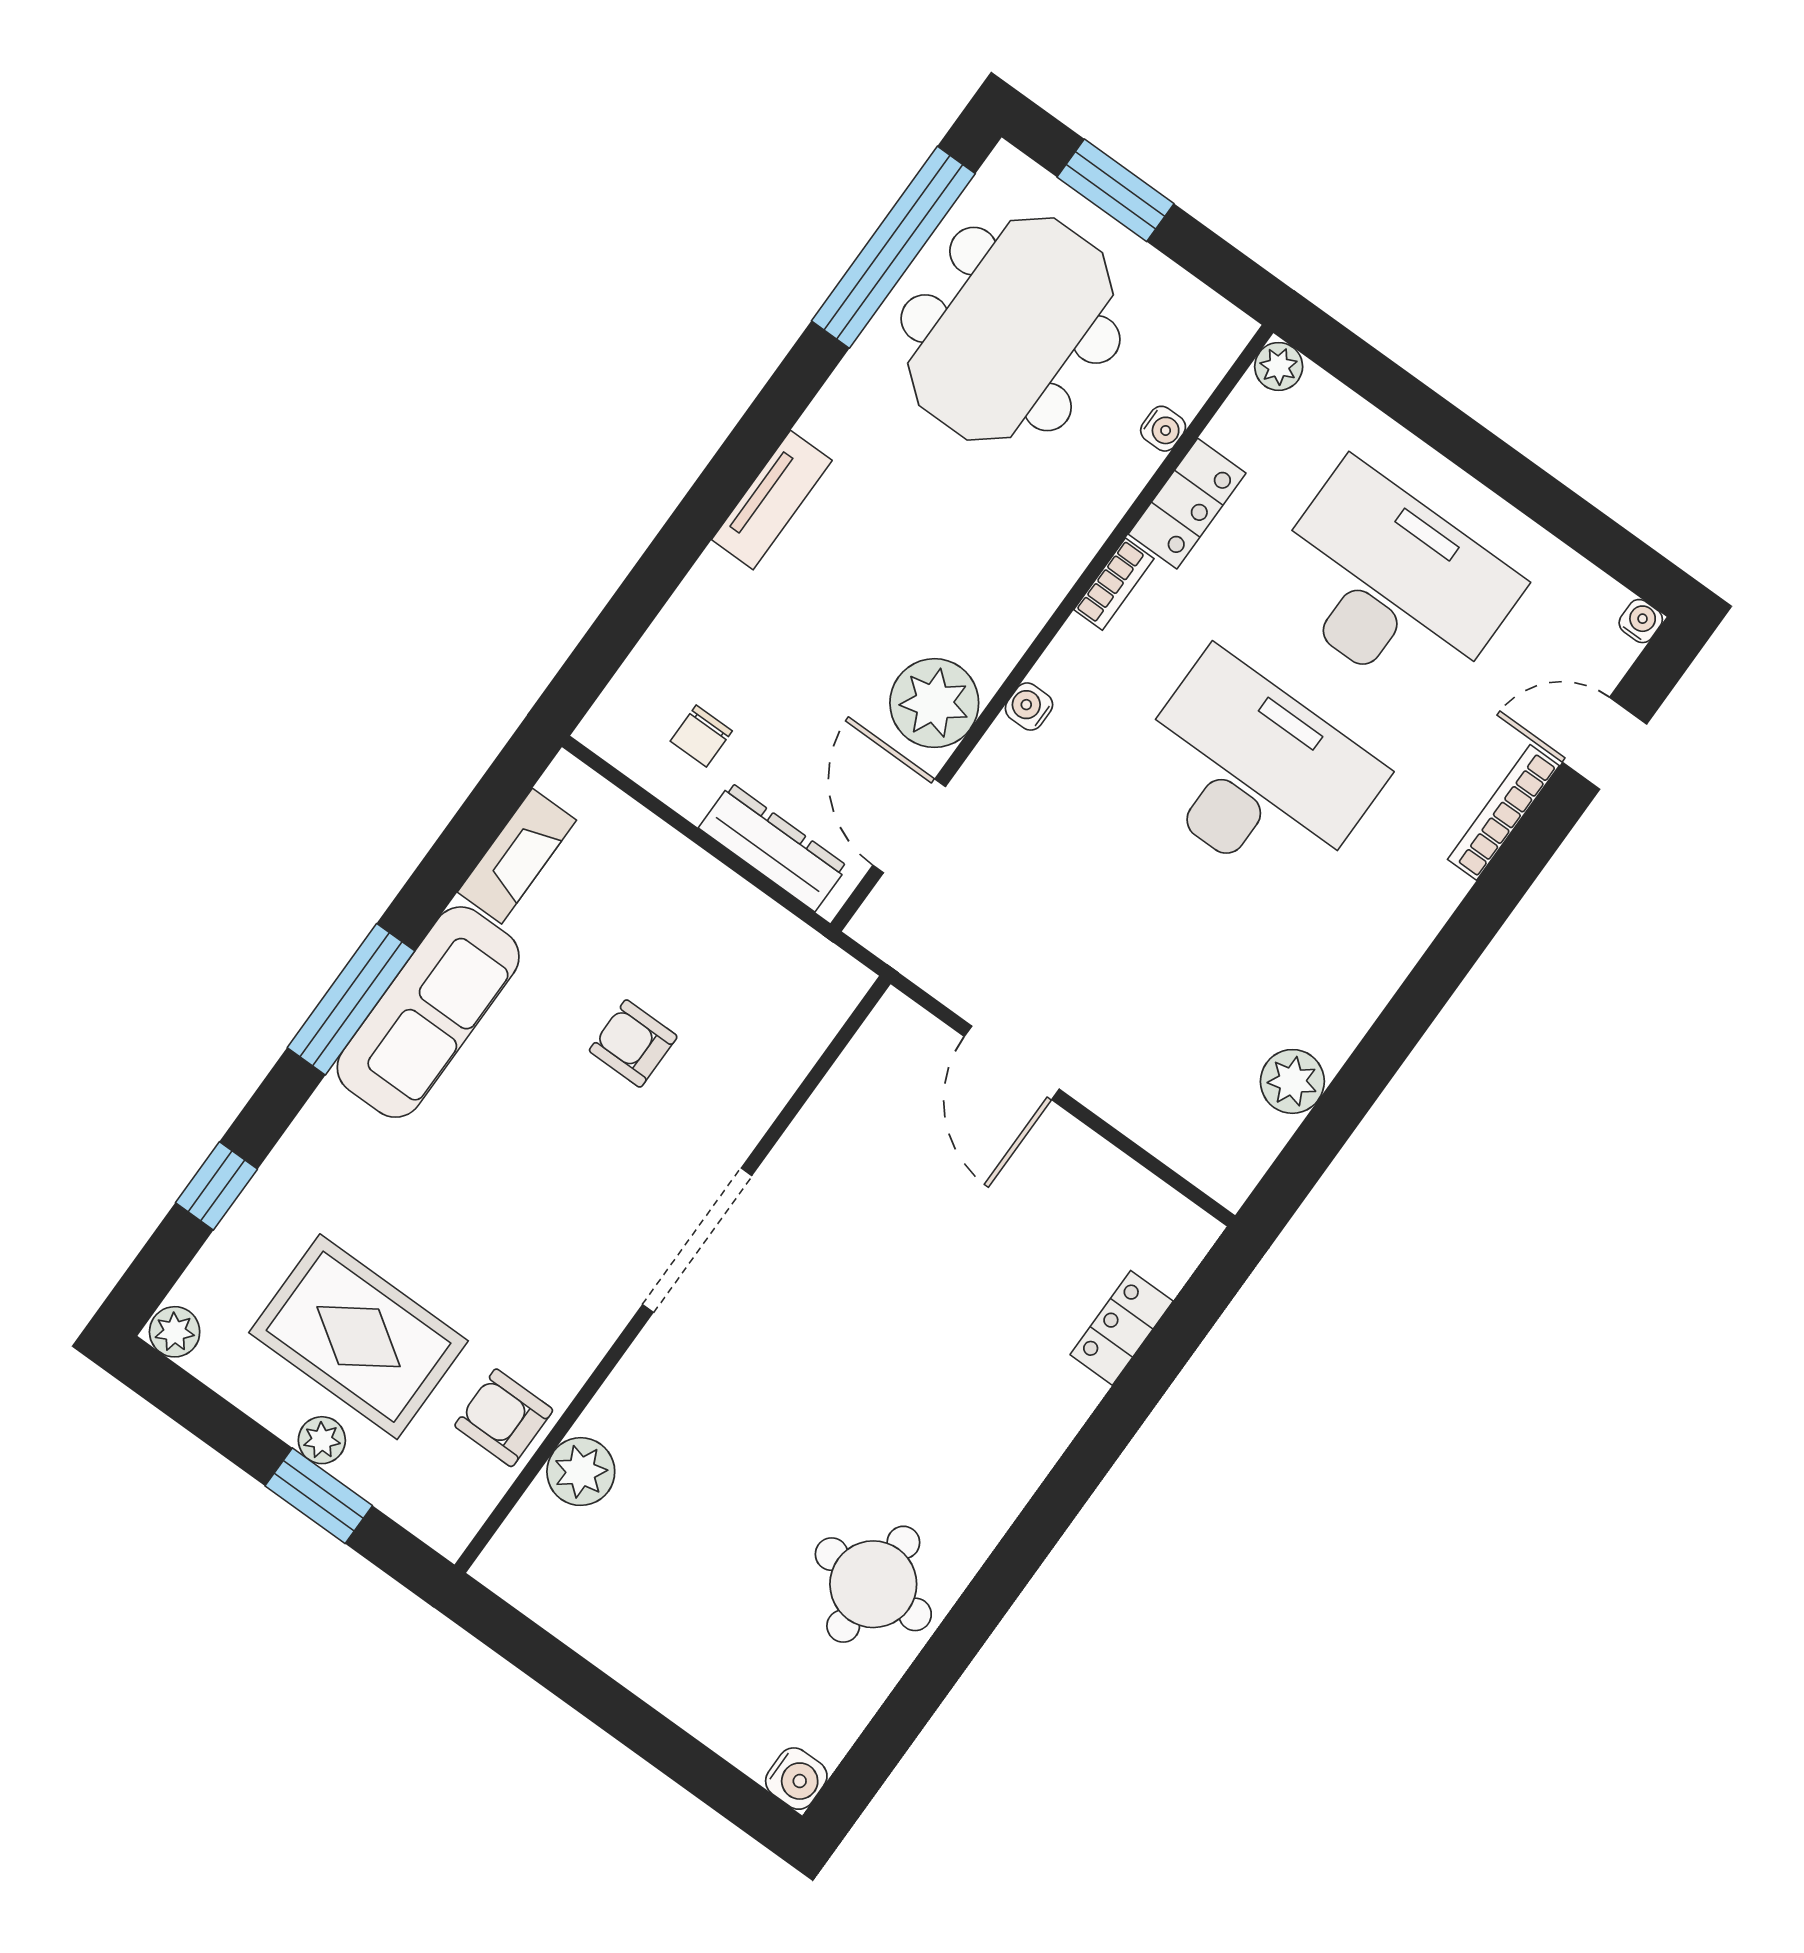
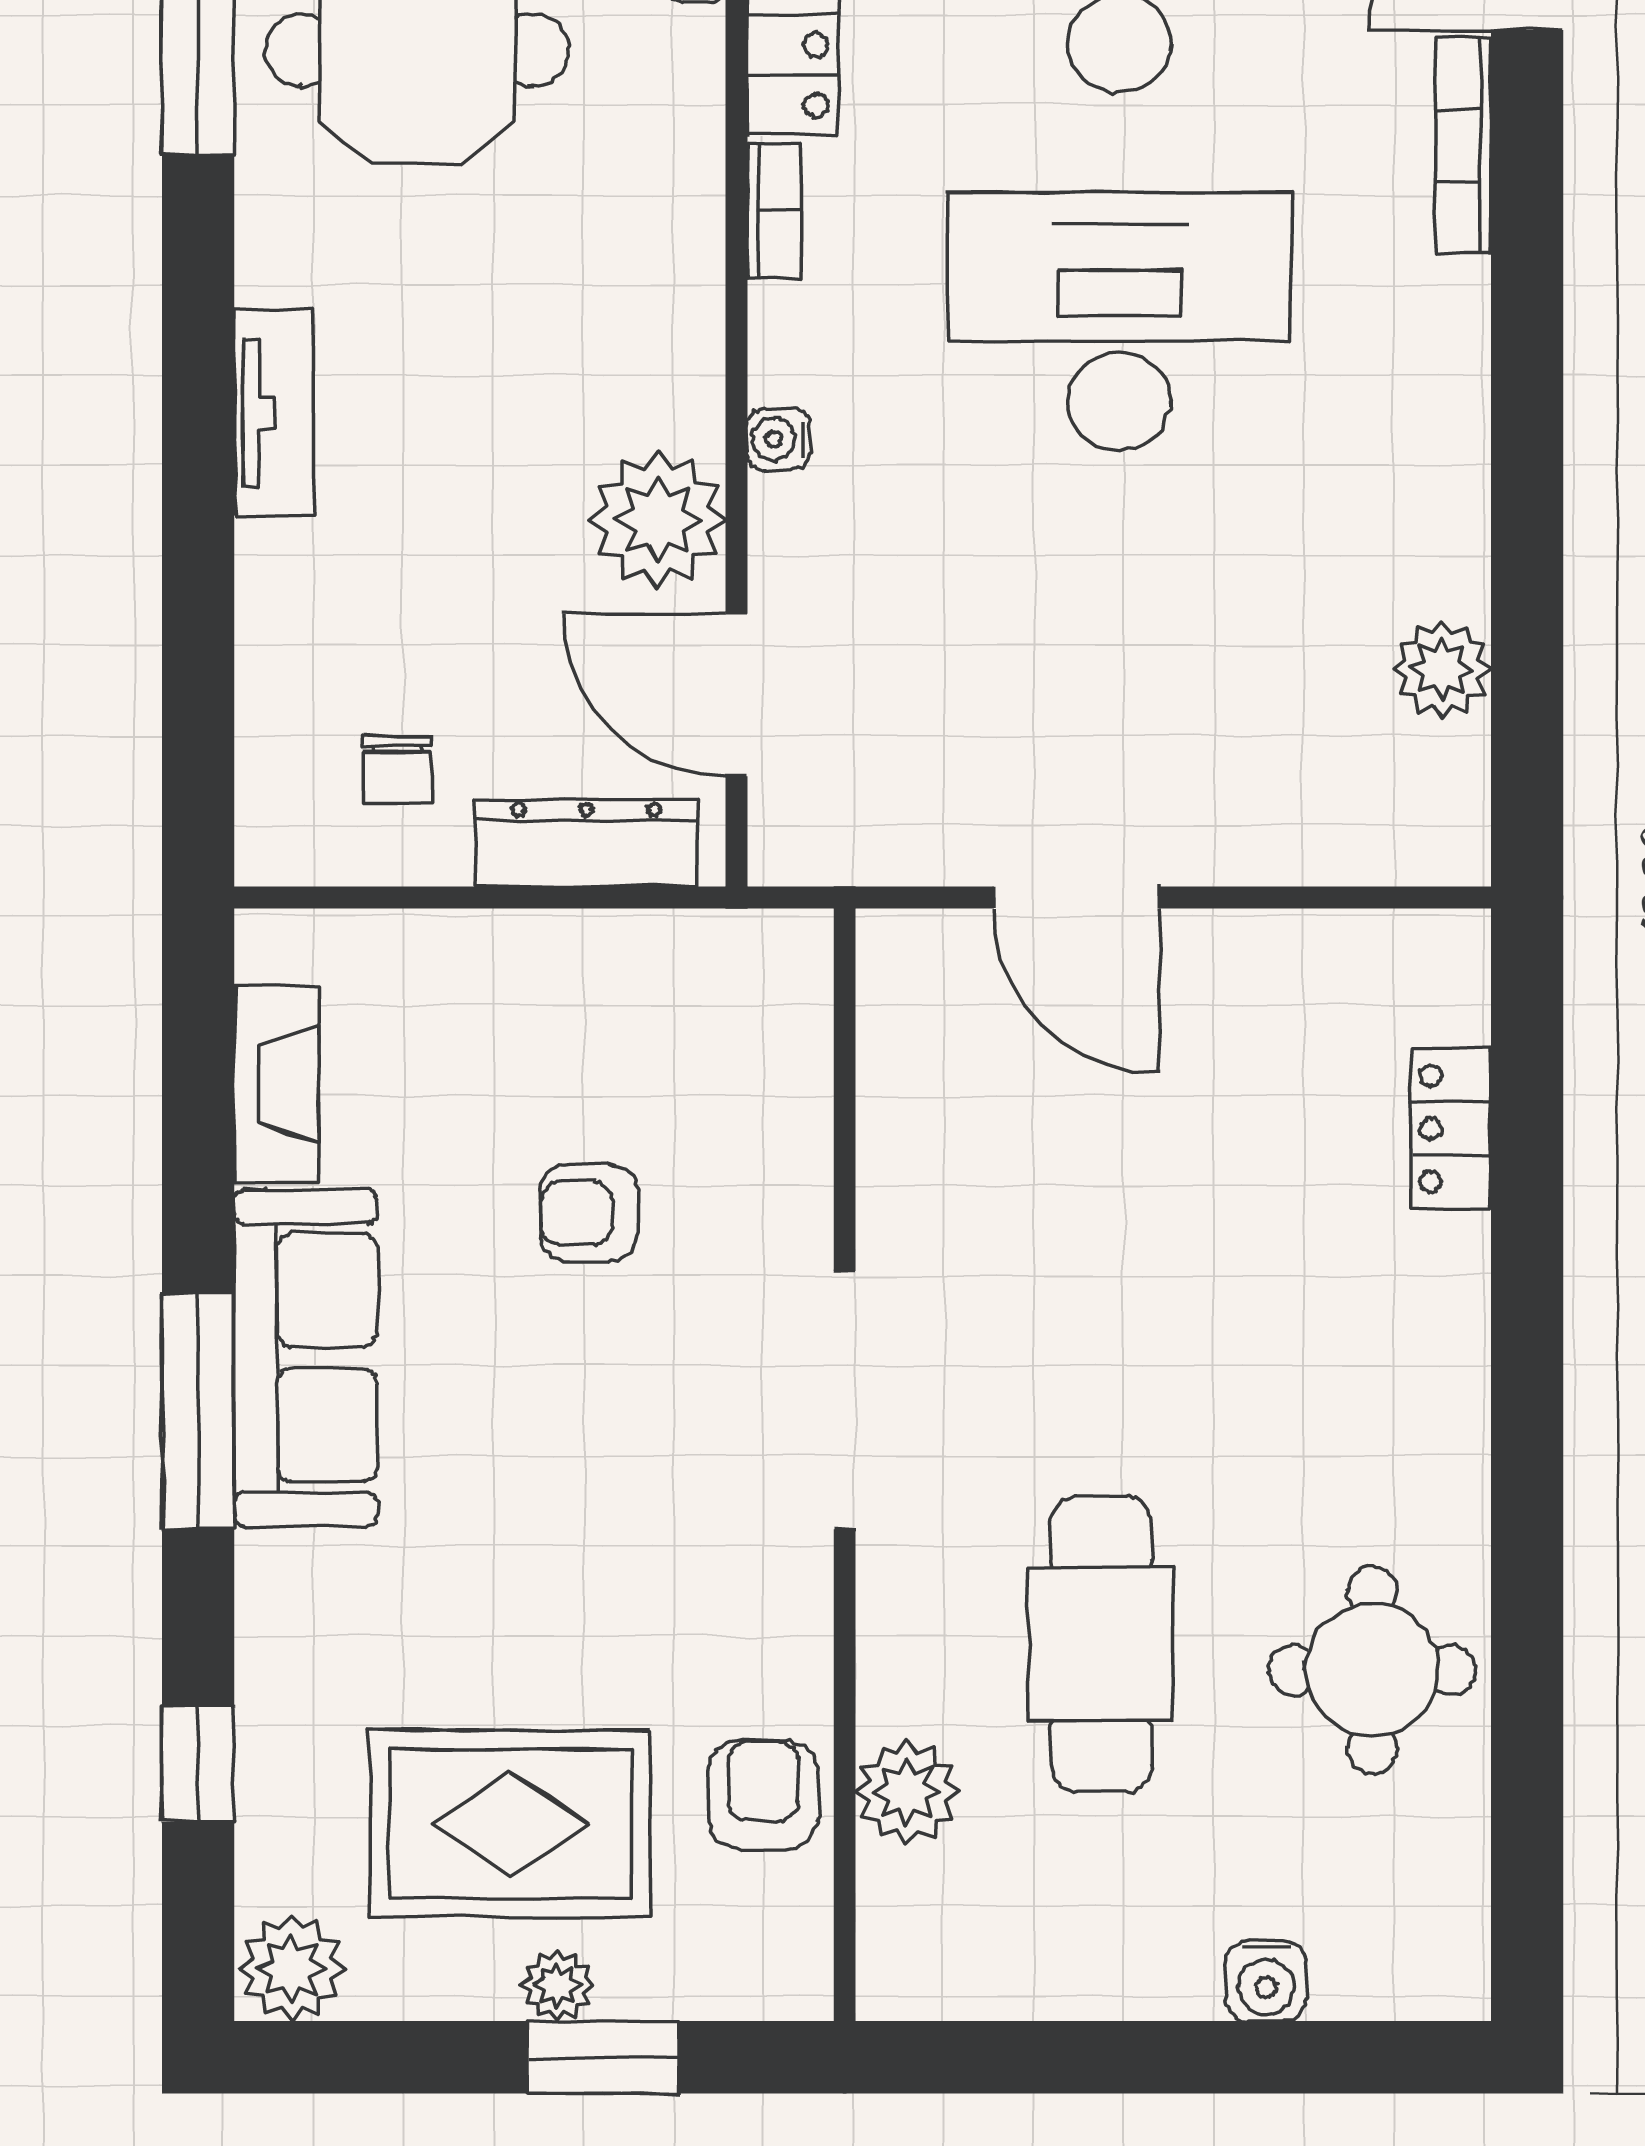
plant: (175, 1332) -> (291, 1968), width x1.38, depth x1.38
armchair: (504, 1418) -> (763, 1794), turned 90
cafe table: (740, 1467) -> (1101, 1644), added
water cooler: (796, 1779) -> (1266, 1981), moved, turned 90

